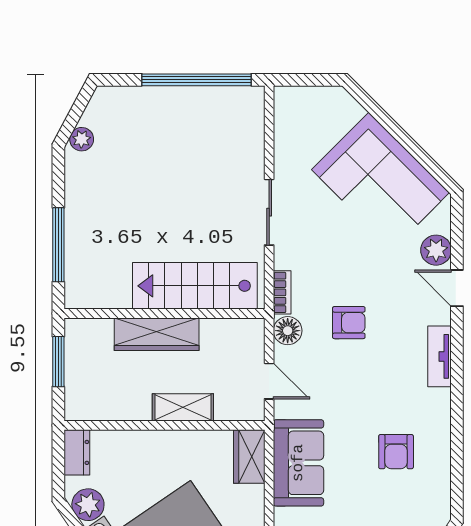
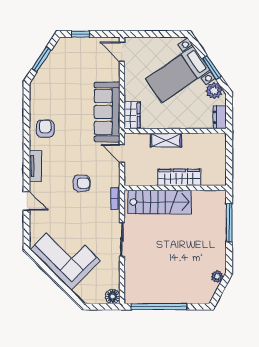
plant: (436, 250) -> (37, 220), removed
armchair: (349, 323) -> (81, 183), turned 180
floor lamp: (288, 331) -> (113, 296), moved
window: (58, 362) -> (229, 163), removed
armchair: (396, 452) -> (45, 129), moved
sofa: (298, 463) -> (107, 112), width x1.36

